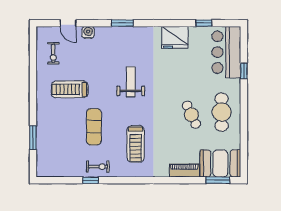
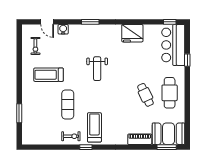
window: (204, 23) -> (170, 22), moved
weight bench: (131, 82) -> (97, 69), turned 180
treadmill: (136, 144) -> (94, 127), moved, turned 180
window: (91, 180) -> (86, 147), moved

